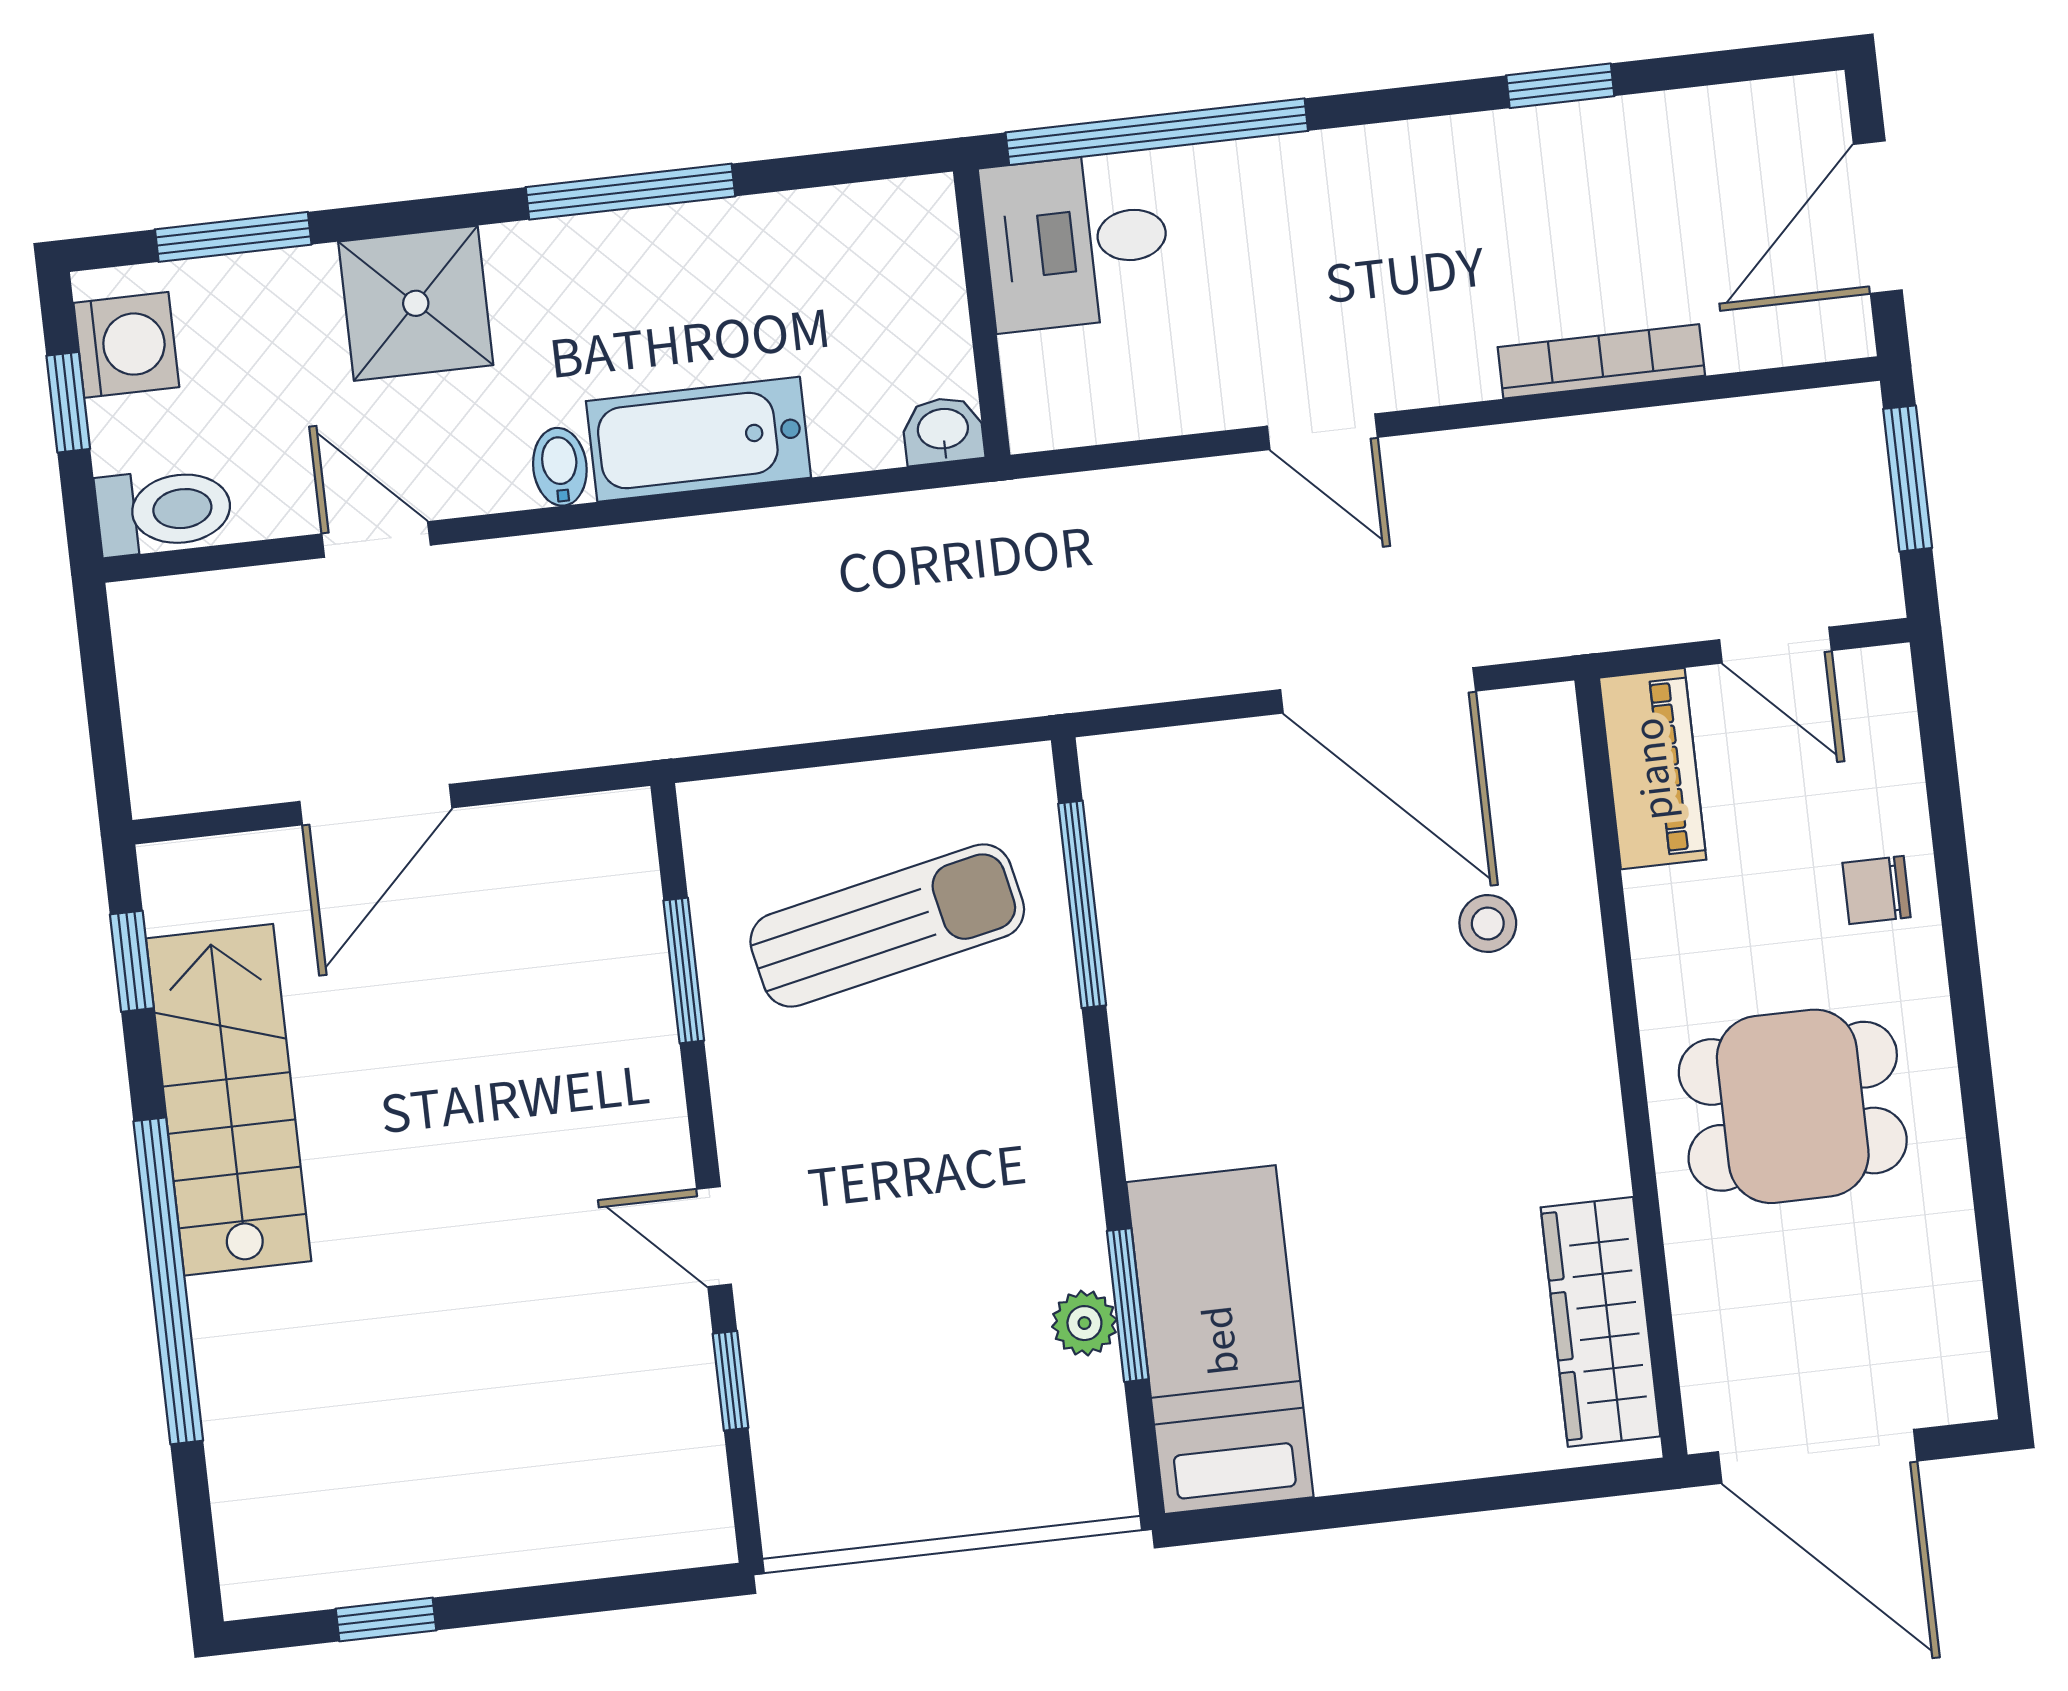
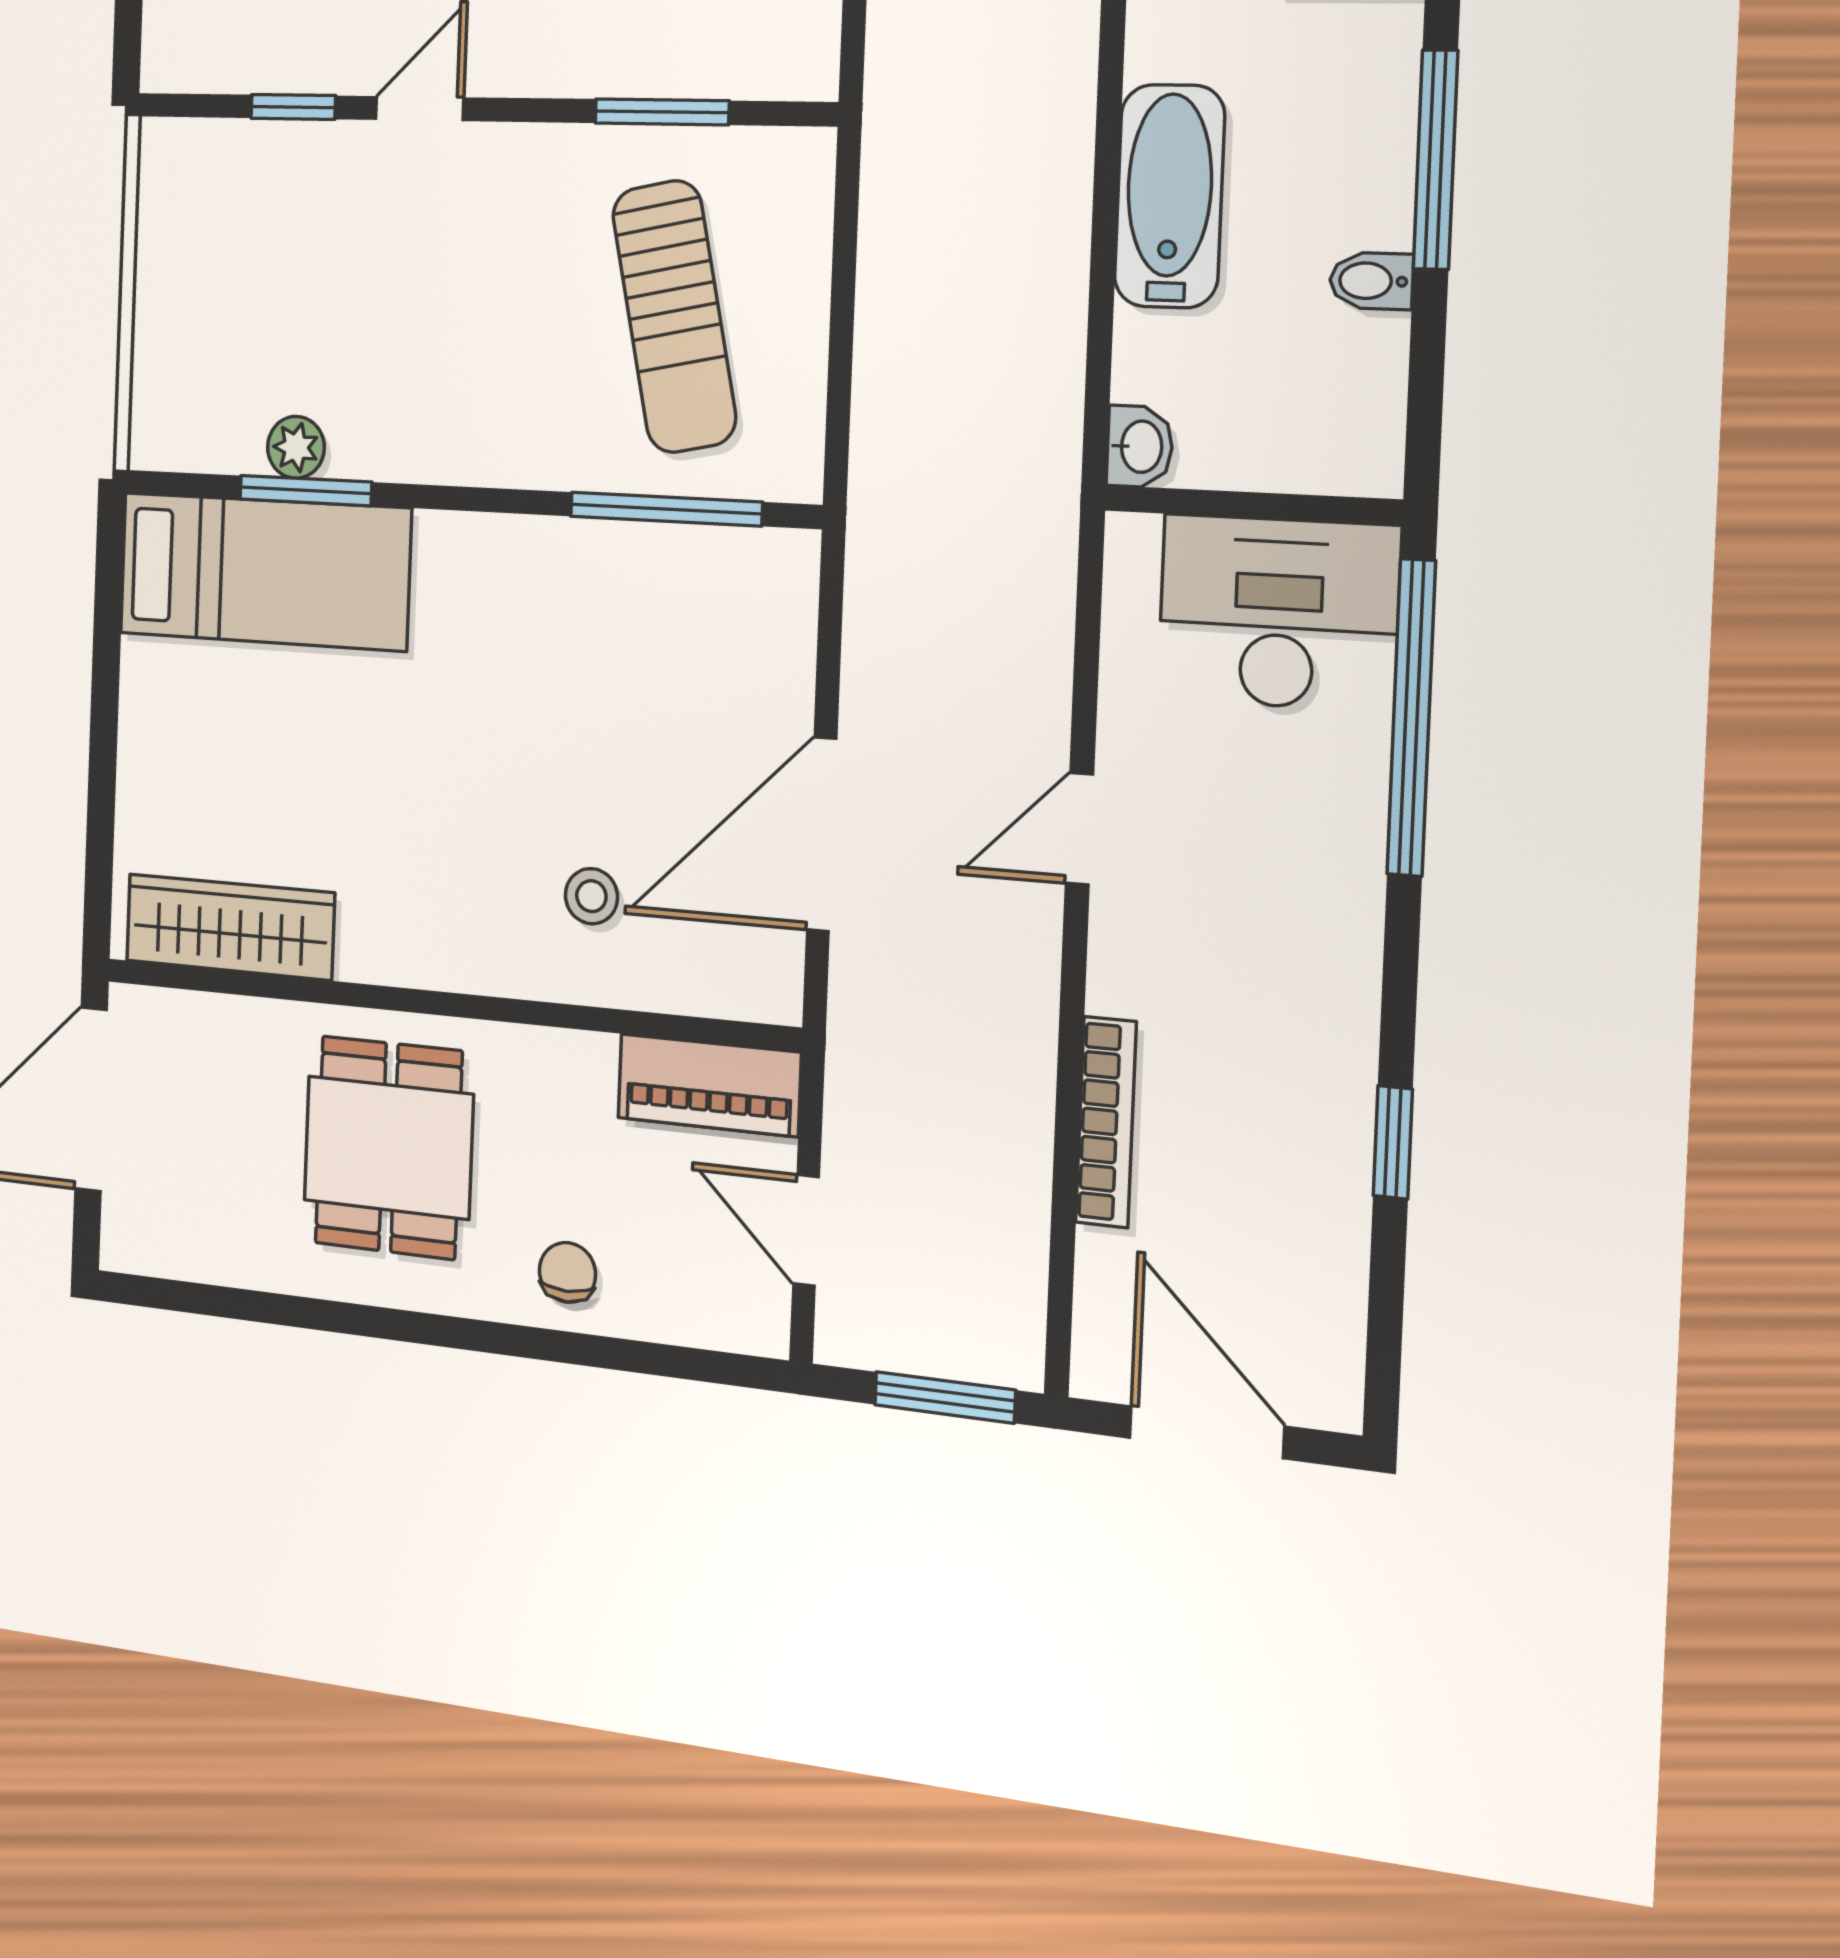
desk: (1076, 241) -> (1278, 613), width x1.37
bidet: (560, 467) -> (1371, 281), moved, turned 180
door: (1776, 645) -> (806, 1230), hinge flipped

